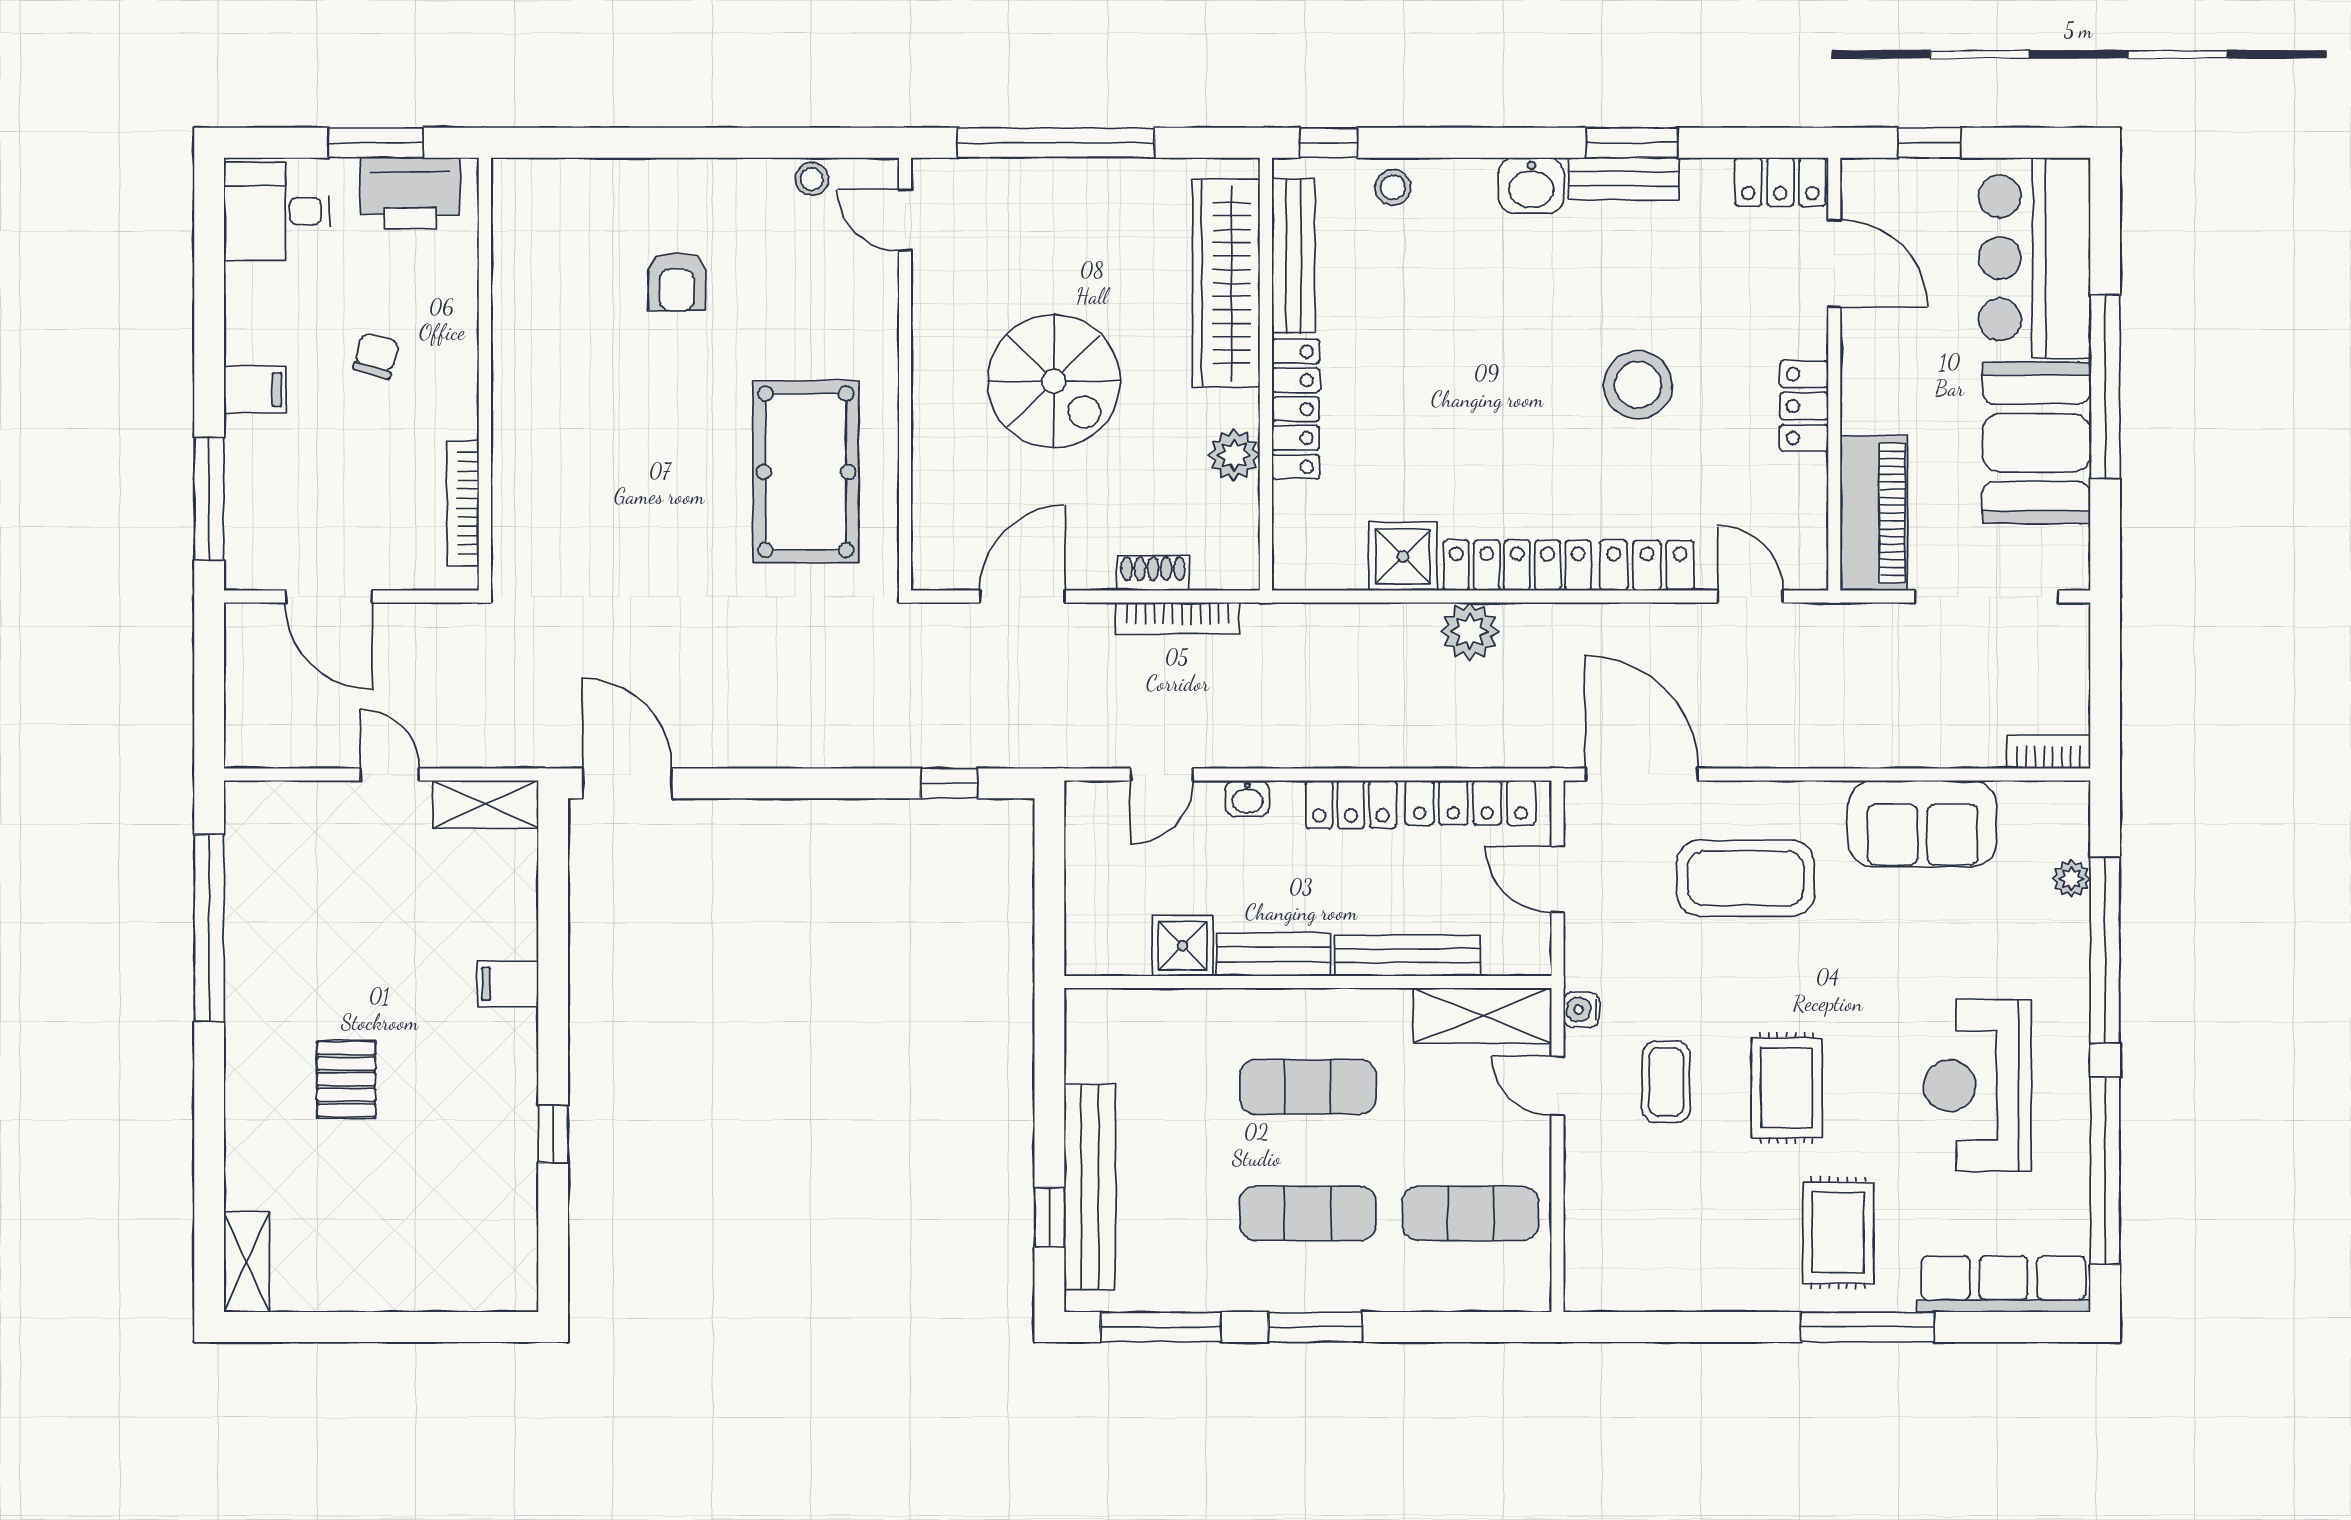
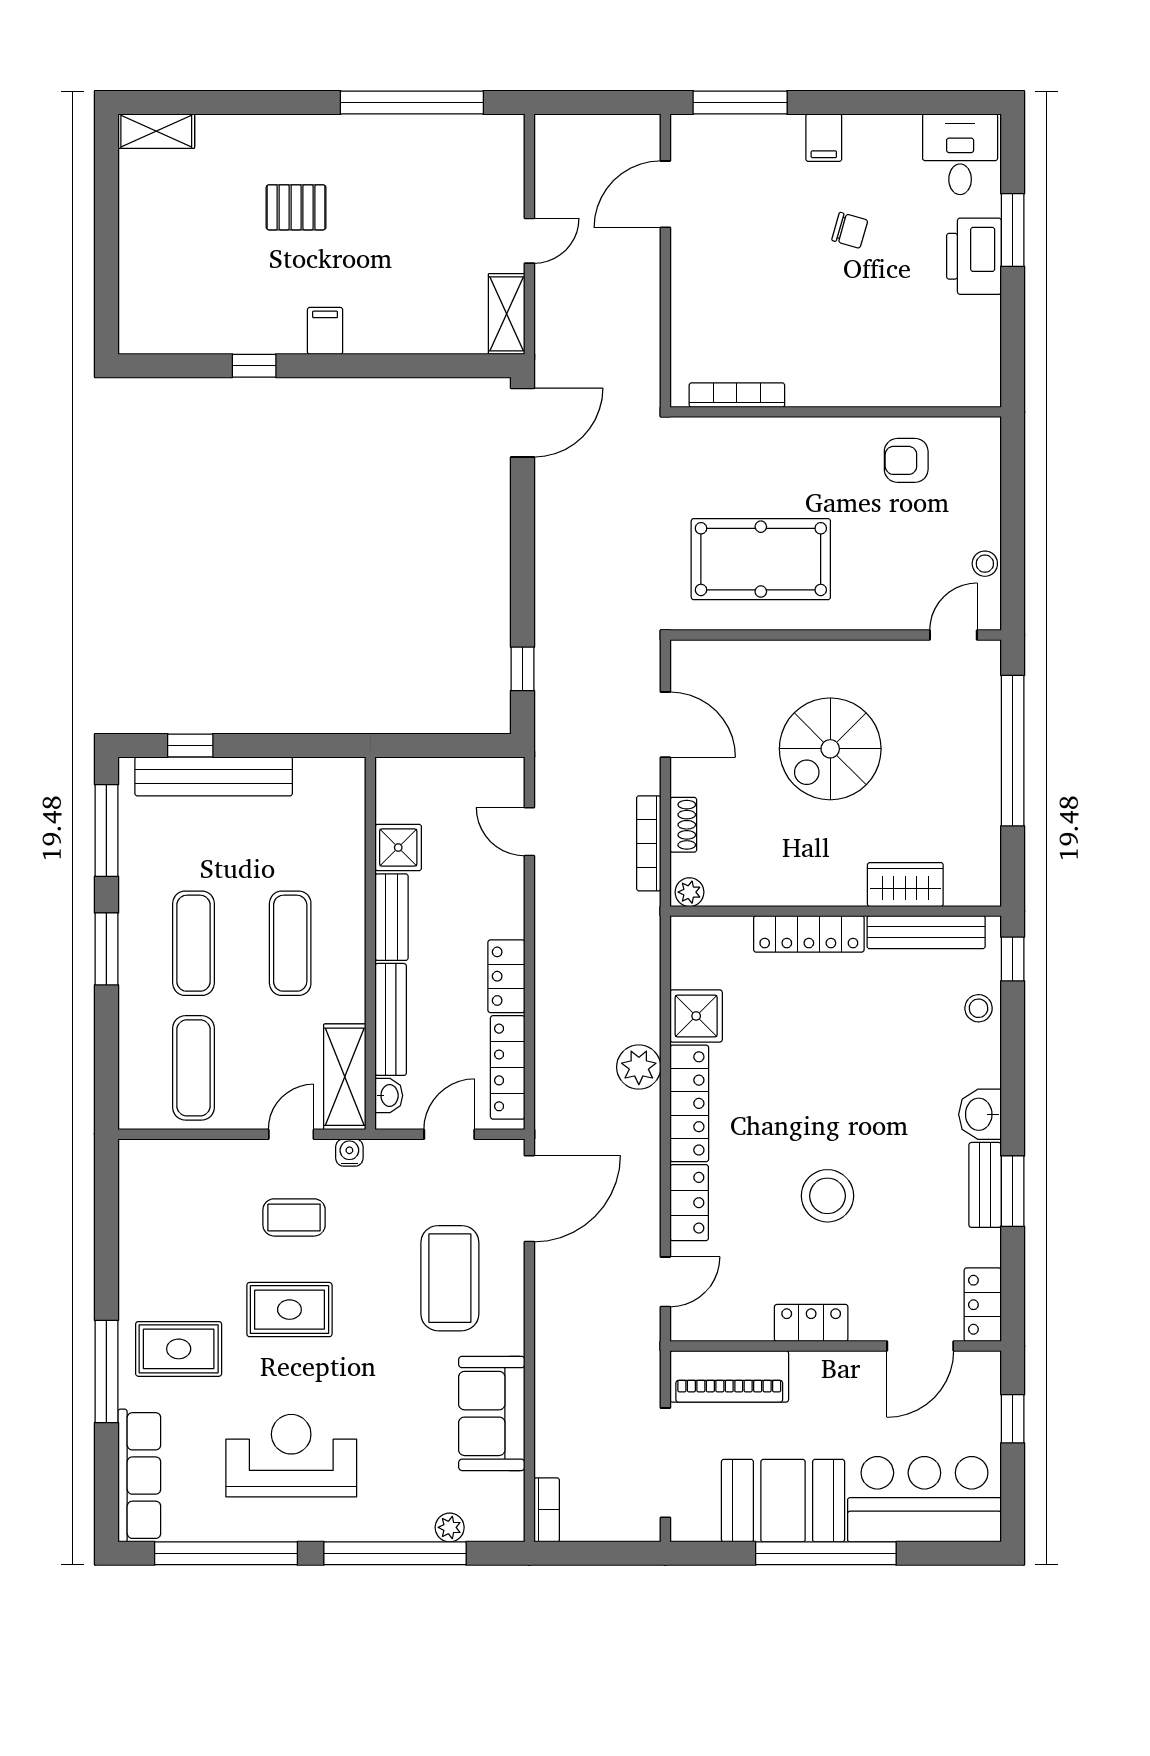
wardrobe: (1226, 283) -> (905, 885), width x0.48, depth x0.85
wall: (485, 374) -> (836, 412), moved
plant: (1234, 455) -> (689, 892), moved, width x0.73, depth x0.73
bookcase: (463, 503) -> (737, 395), moved
washbasin: (1247, 798) -> (389, 1096), moved, turned 180
filing cabinet: (508, 984) -> (325, 331), moved

